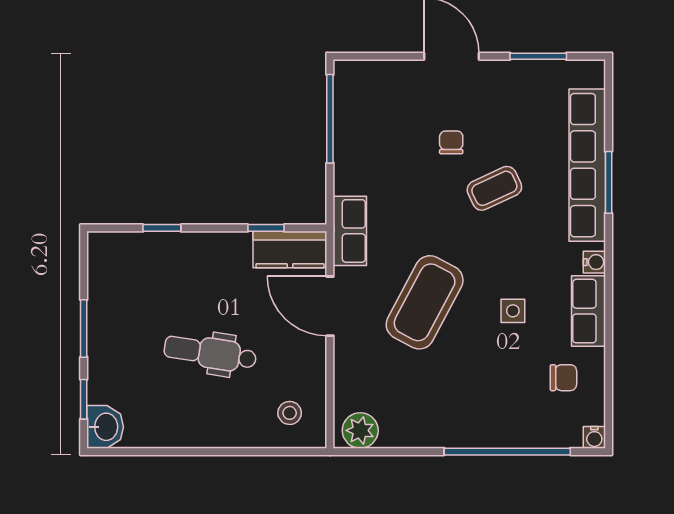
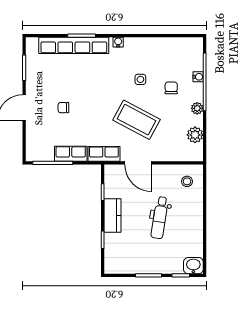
coffee table: (494, 188) -> (84, 88), removed
kitchen counter: (290, 250) -> (112, 215), moved
door: (330, 306) -> (138, 163), hinge flipped
row of seats: (588, 311) -> (71, 154), moved, turned 180
chair: (563, 378) -> (171, 88), moved
plant: (360, 430) -> (195, 135), moved
plant: (450, 435) -> (197, 108), added
water cooler: (594, 437) -> (198, 77), moved

